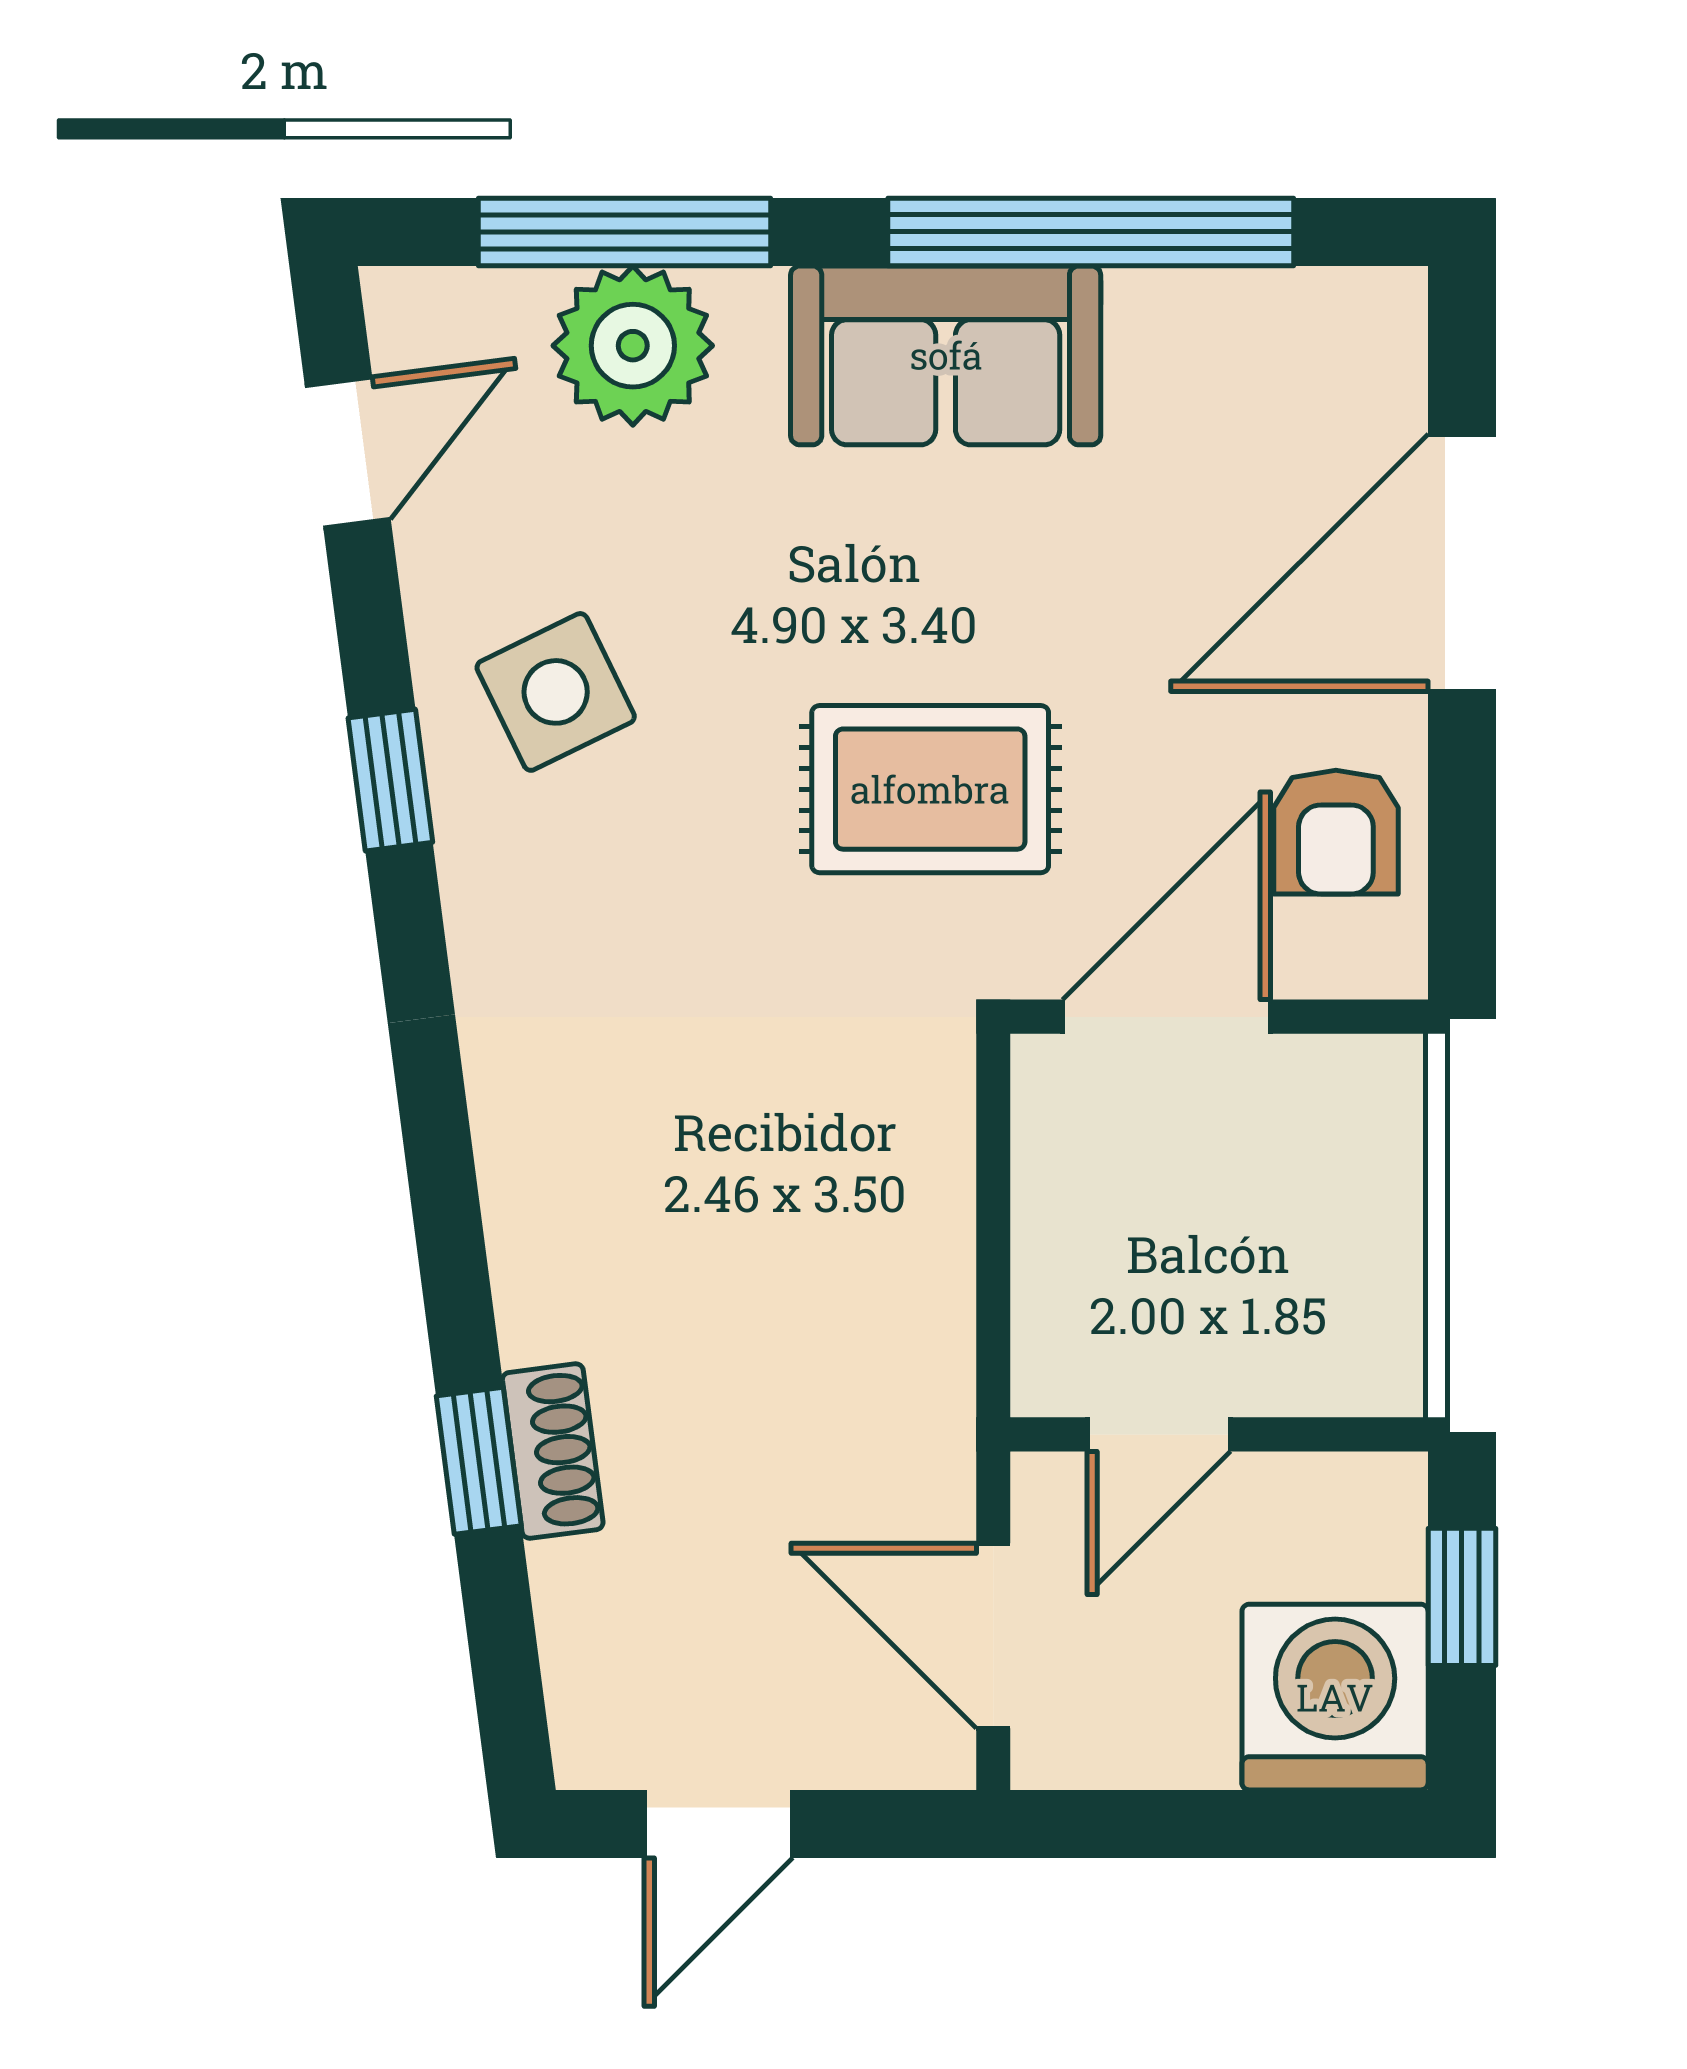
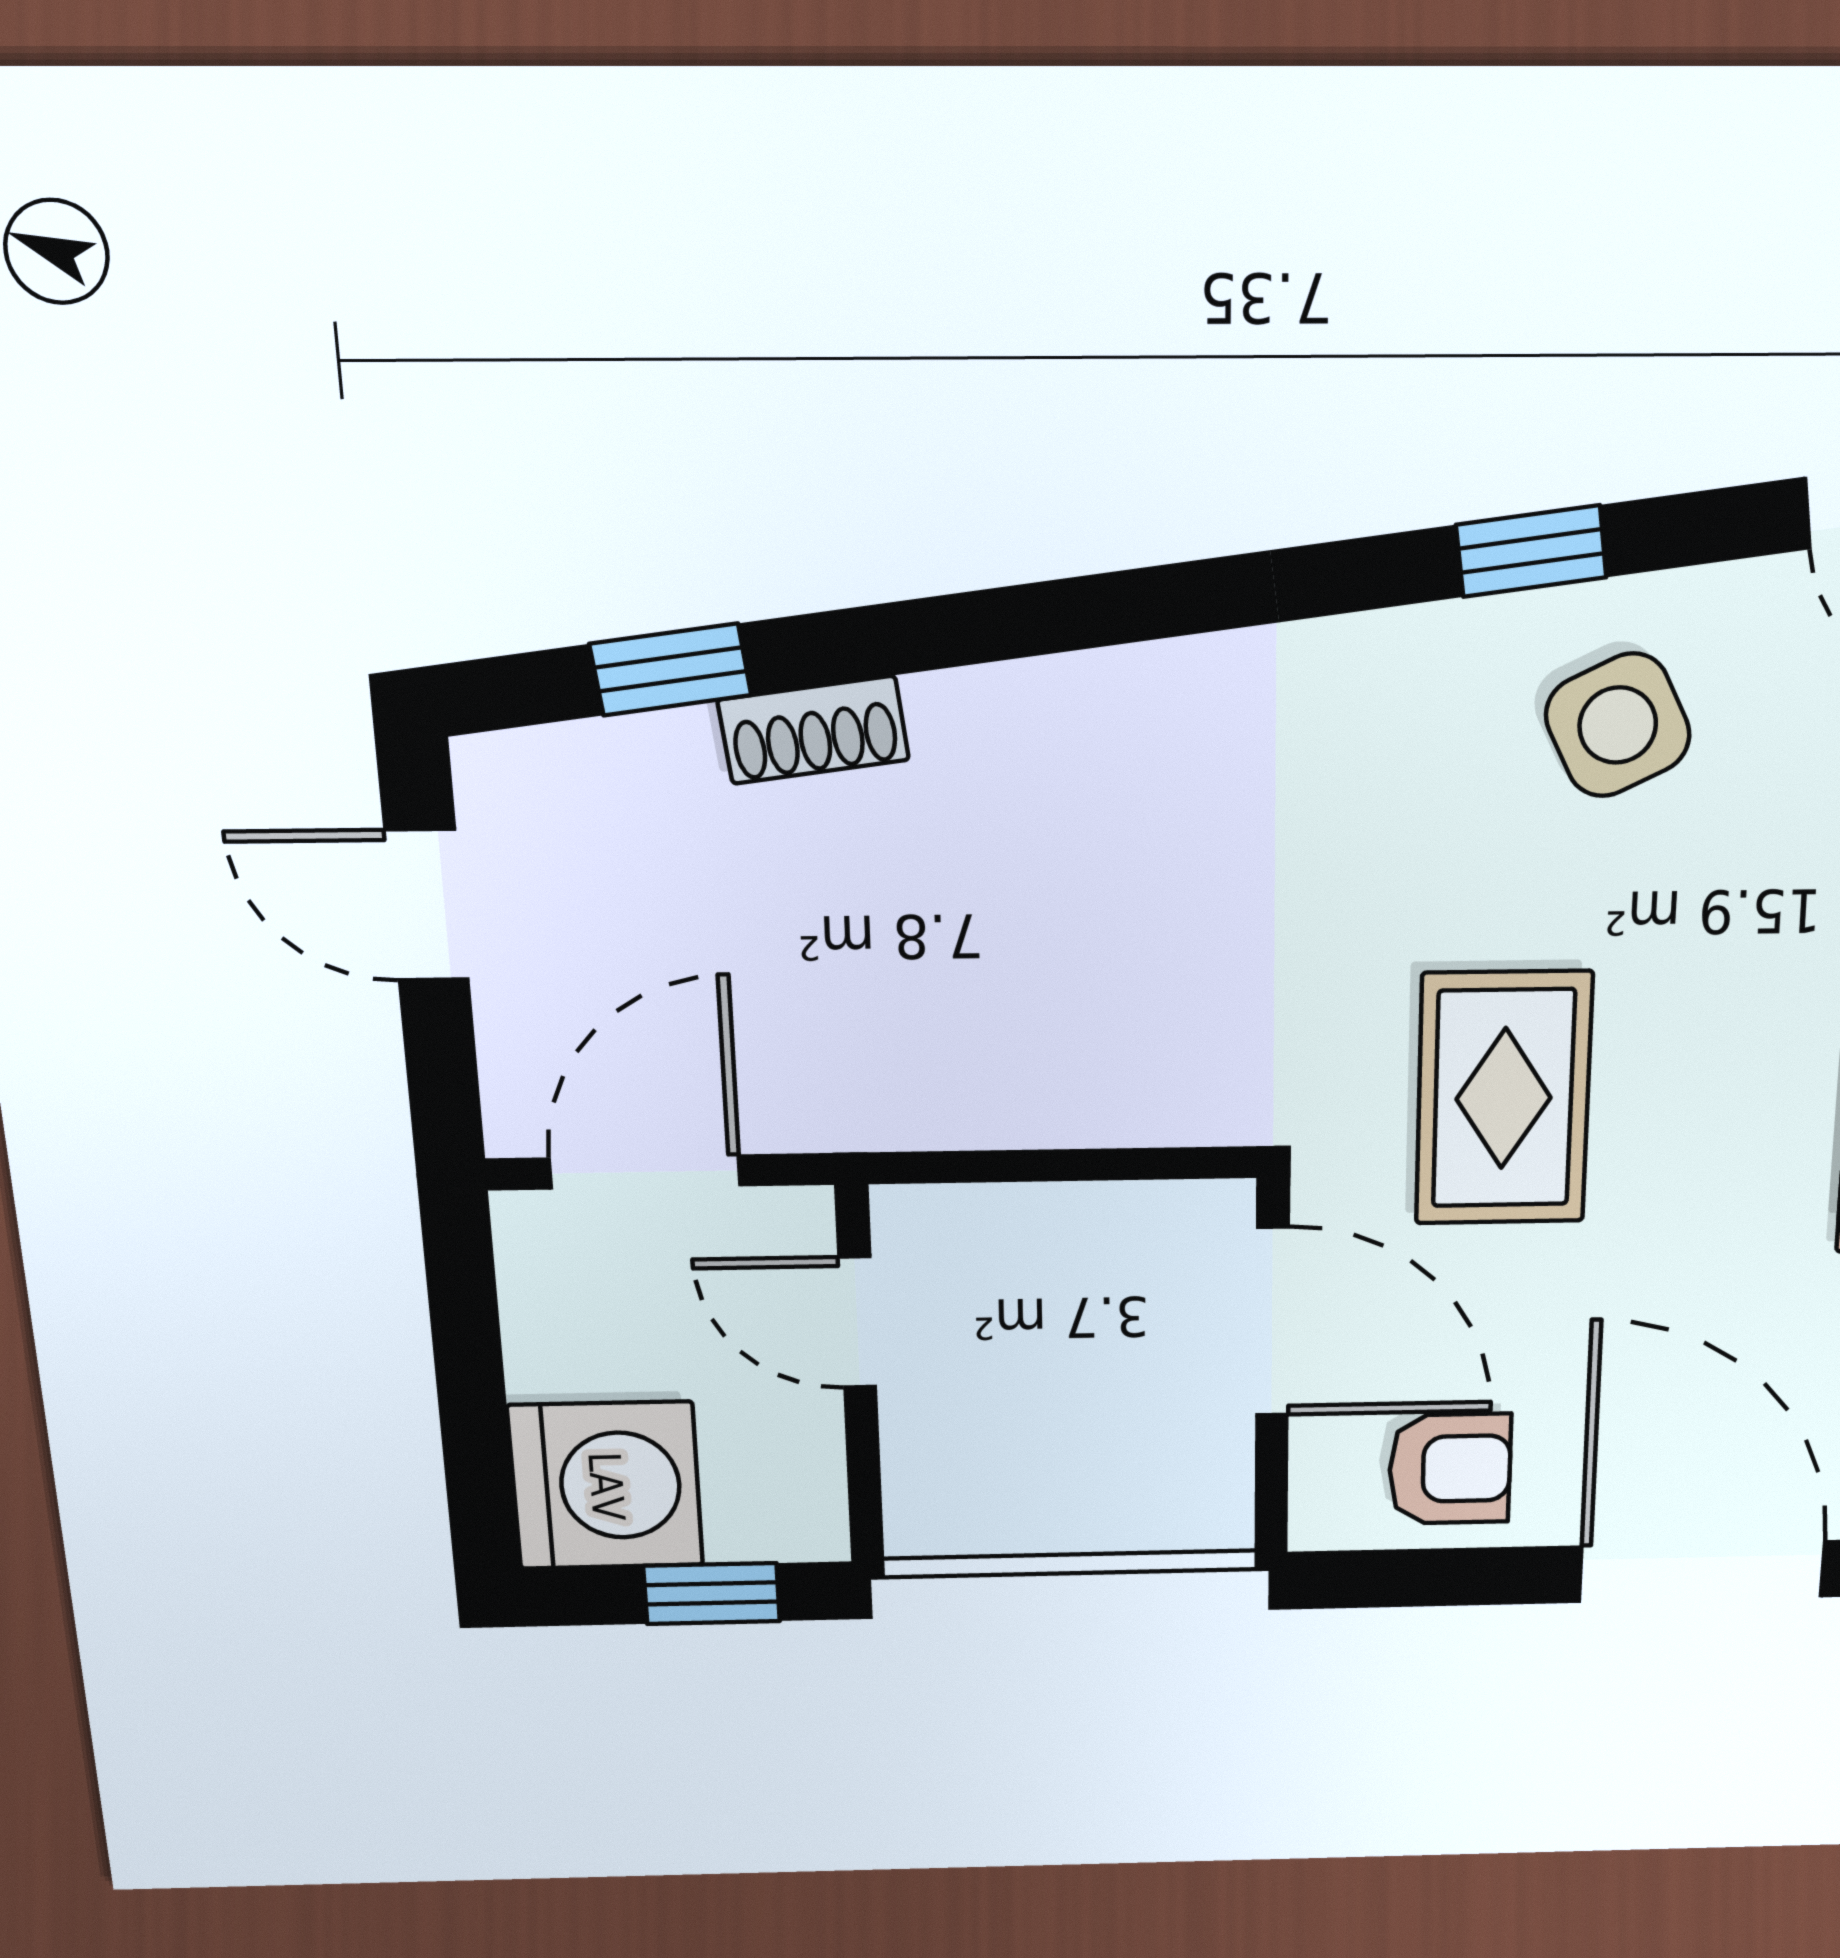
armchair: (1336, 832) -> (1450, 1469), turned 180
window: (479, 1461) -> (670, 670), moved

